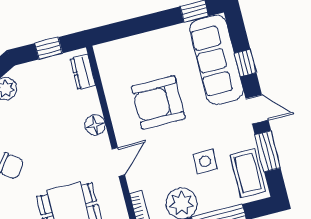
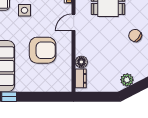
window: (49, 48) -> (97, 97), removed
floor lamp: (95, 125) -> (81, 62), moved

